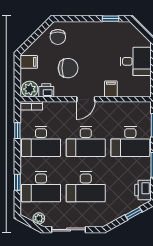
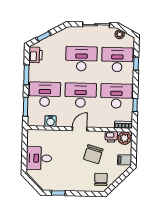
chair: (68, 68) -> (93, 154), turned -74
filing cabinet: (111, 89) -> (59, 137), removed
water cooler: (122, 108) -> (50, 121), added

